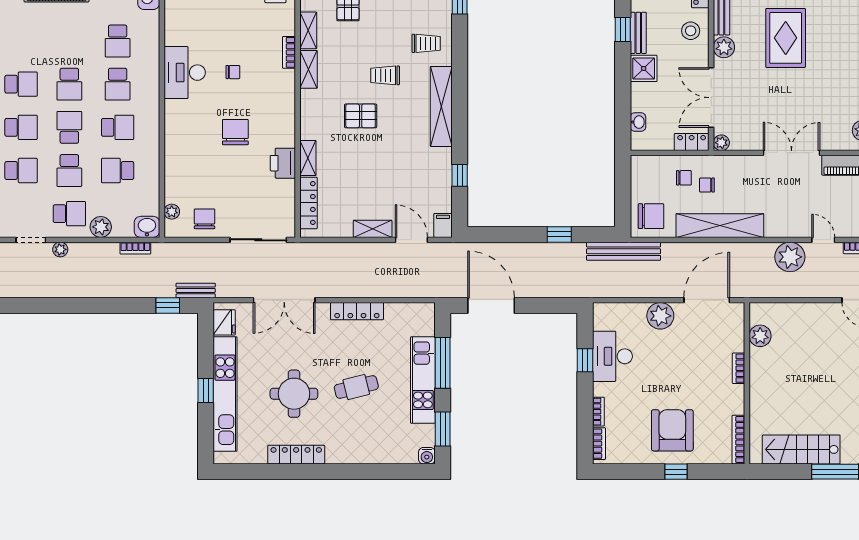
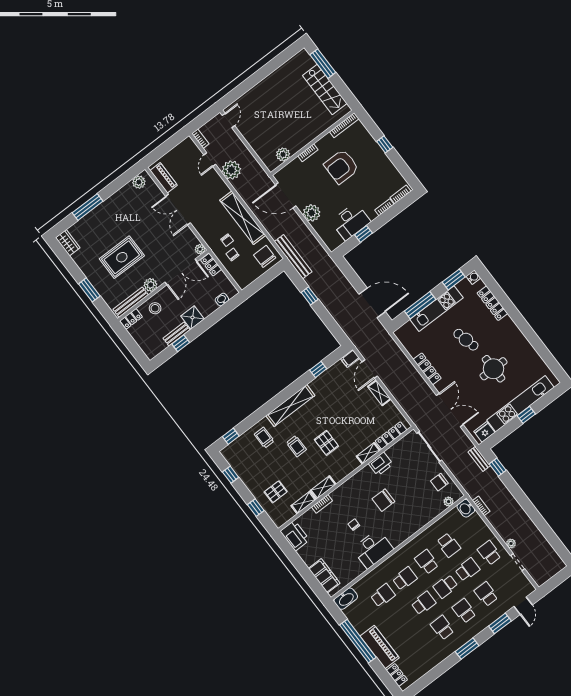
plant: (101, 227) -> (484, 532), removed
door: (491, 305) -> (372, 303), swing flipped
armchair: (672, 430) -> (341, 167), moved
locker: (296, 455) -> (492, 303), moved

